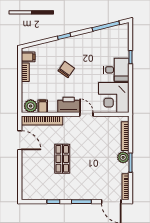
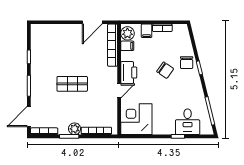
chair: (59, 49) -> (187, 63), added
filing cabinet: (28, 57) -> (147, 31), moved
desk: (116, 70) -> (188, 122), moved
shop shelf: (62, 159) -> (72, 84), moved

